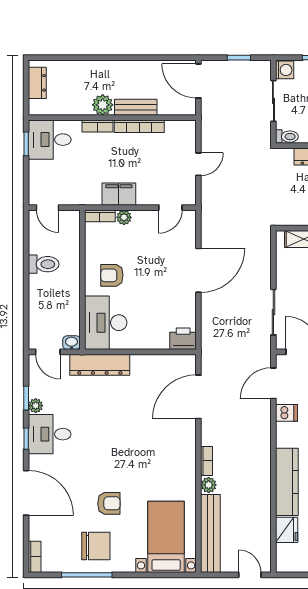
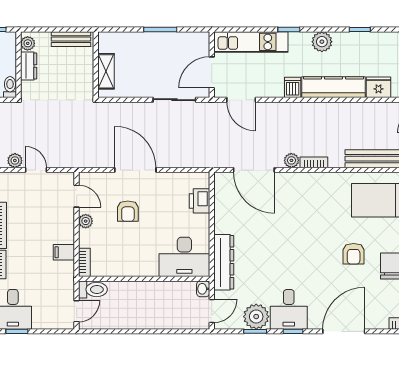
plant: (208, 142) -> (15, 161), added
filing cabinet: (119, 194) -> (64, 252), width x0.50
plant: (124, 217) -> (86, 221), moved
toilet: (44, 264) -> (93, 289), moved, turned 90
armchair: (112, 275) -> (128, 211), moved
printer: (183, 339) -> (199, 201), moved
plant: (36, 406) -> (256, 317), width x1.88, depth x1.88
dishwasher: (287, 413) -> (293, 87), moved
plant: (209, 485) -> (291, 160), moved
armchair: (109, 503) -> (354, 254), turned 180

